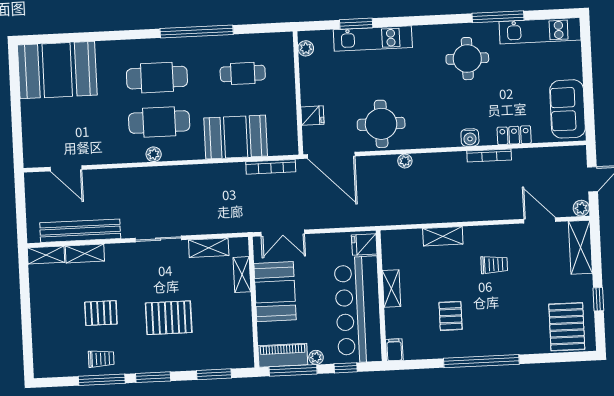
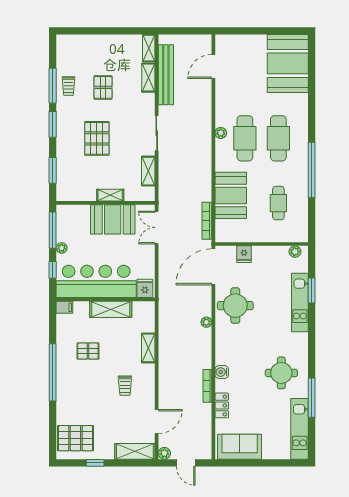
shelving: (242, 275) -> (110, 195), moved
shelving: (391, 288) -> (111, 309), width x1.50, depth x1.33
piano: (283, 355) -> (64, 223), removed

